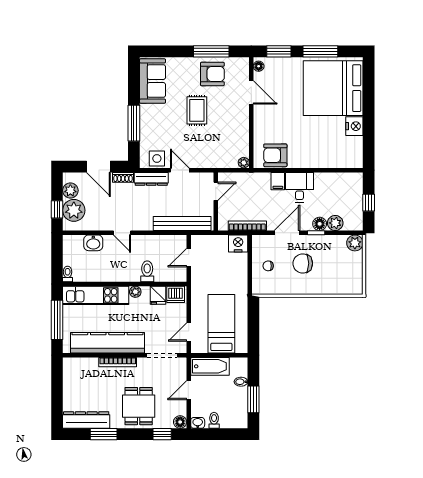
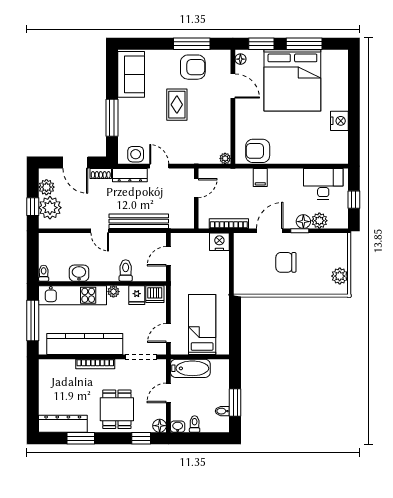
bed: (333, 88) -> (292, 80), moved, turned -90
desk: (299, 187) -> (323, 184), moved, width x1.37
bench: (182, 223) -> (139, 221), moved
washbasin: (93, 243) -> (79, 273), moved, turned 180
plant: (355, 243) -> (340, 276), moved
chair: (268, 266) -> (250, 265), removed
bidet: (241, 382) -> (222, 411), moved

